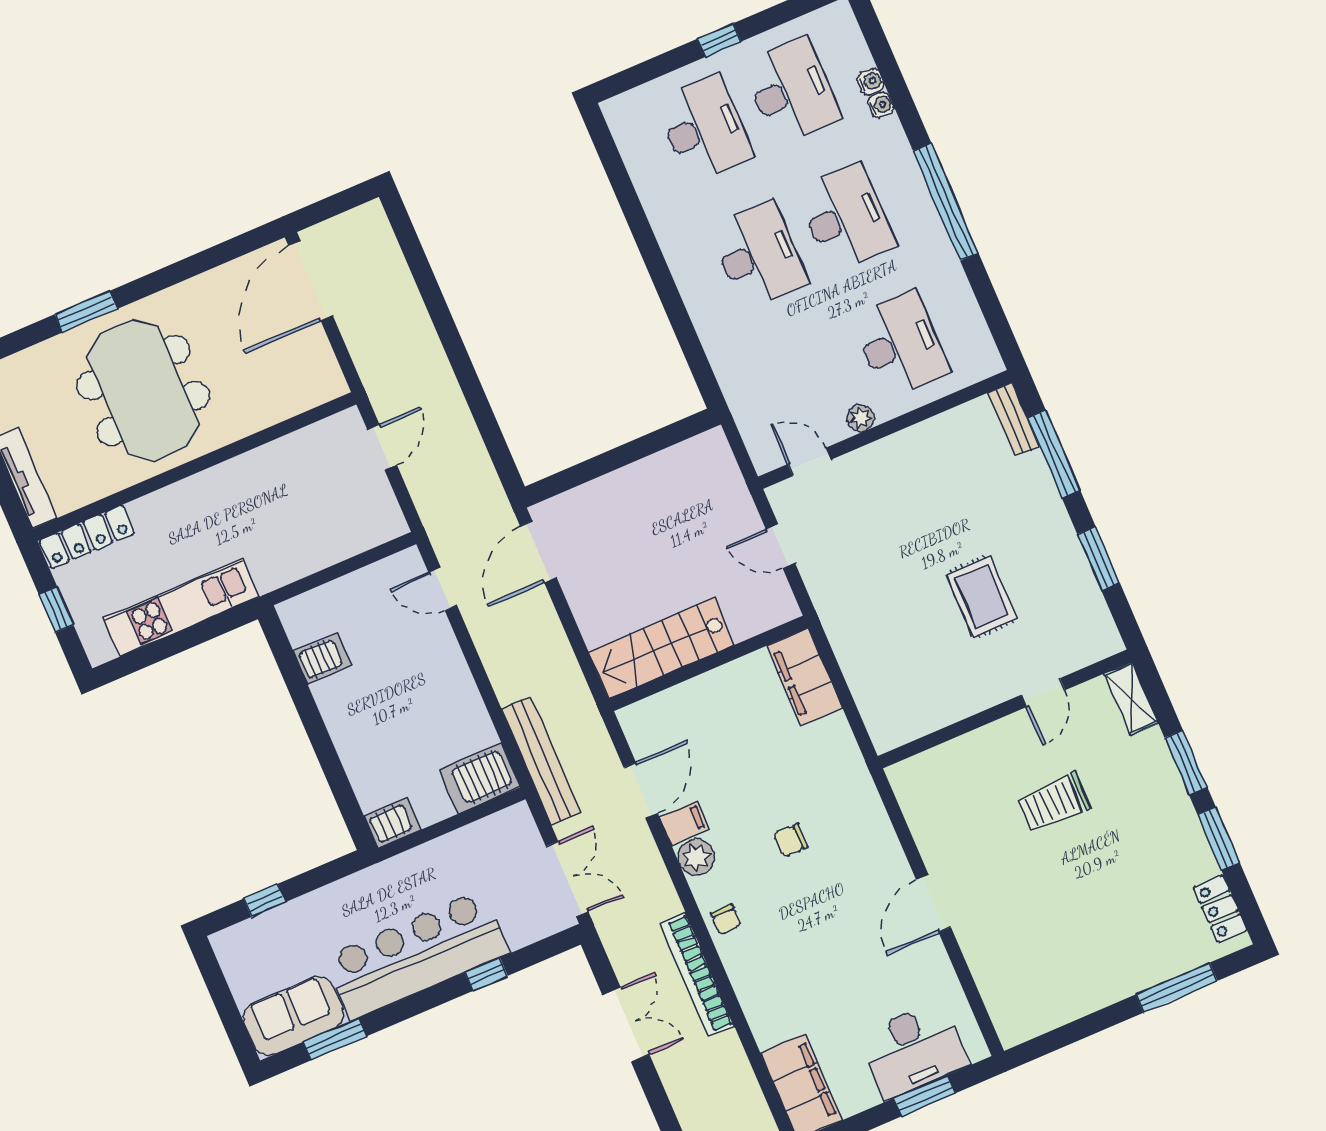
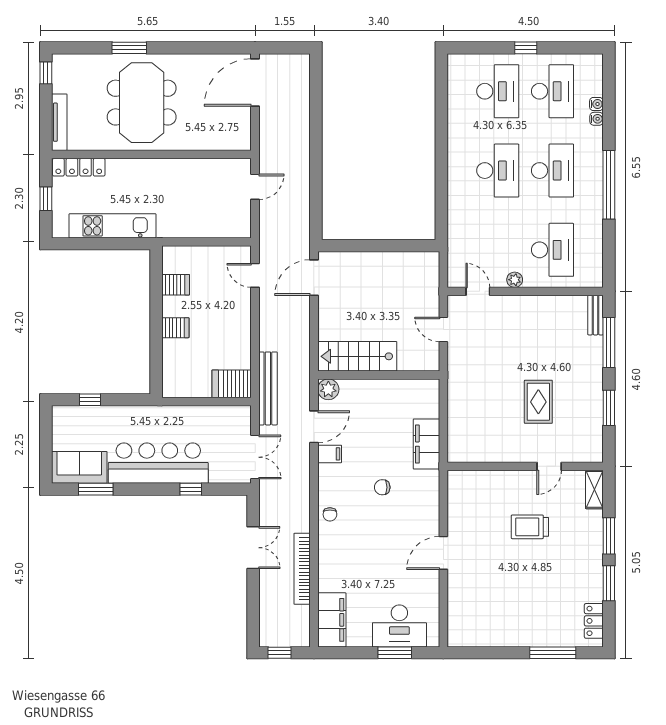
filing cabinet: (805, 677) -> (426, 444), moved
server rack: (392, 823) -> (175, 328), moved
plant: (696, 857) -> (328, 389), moved
bookcase: (697, 975) -> (302, 569), moved

